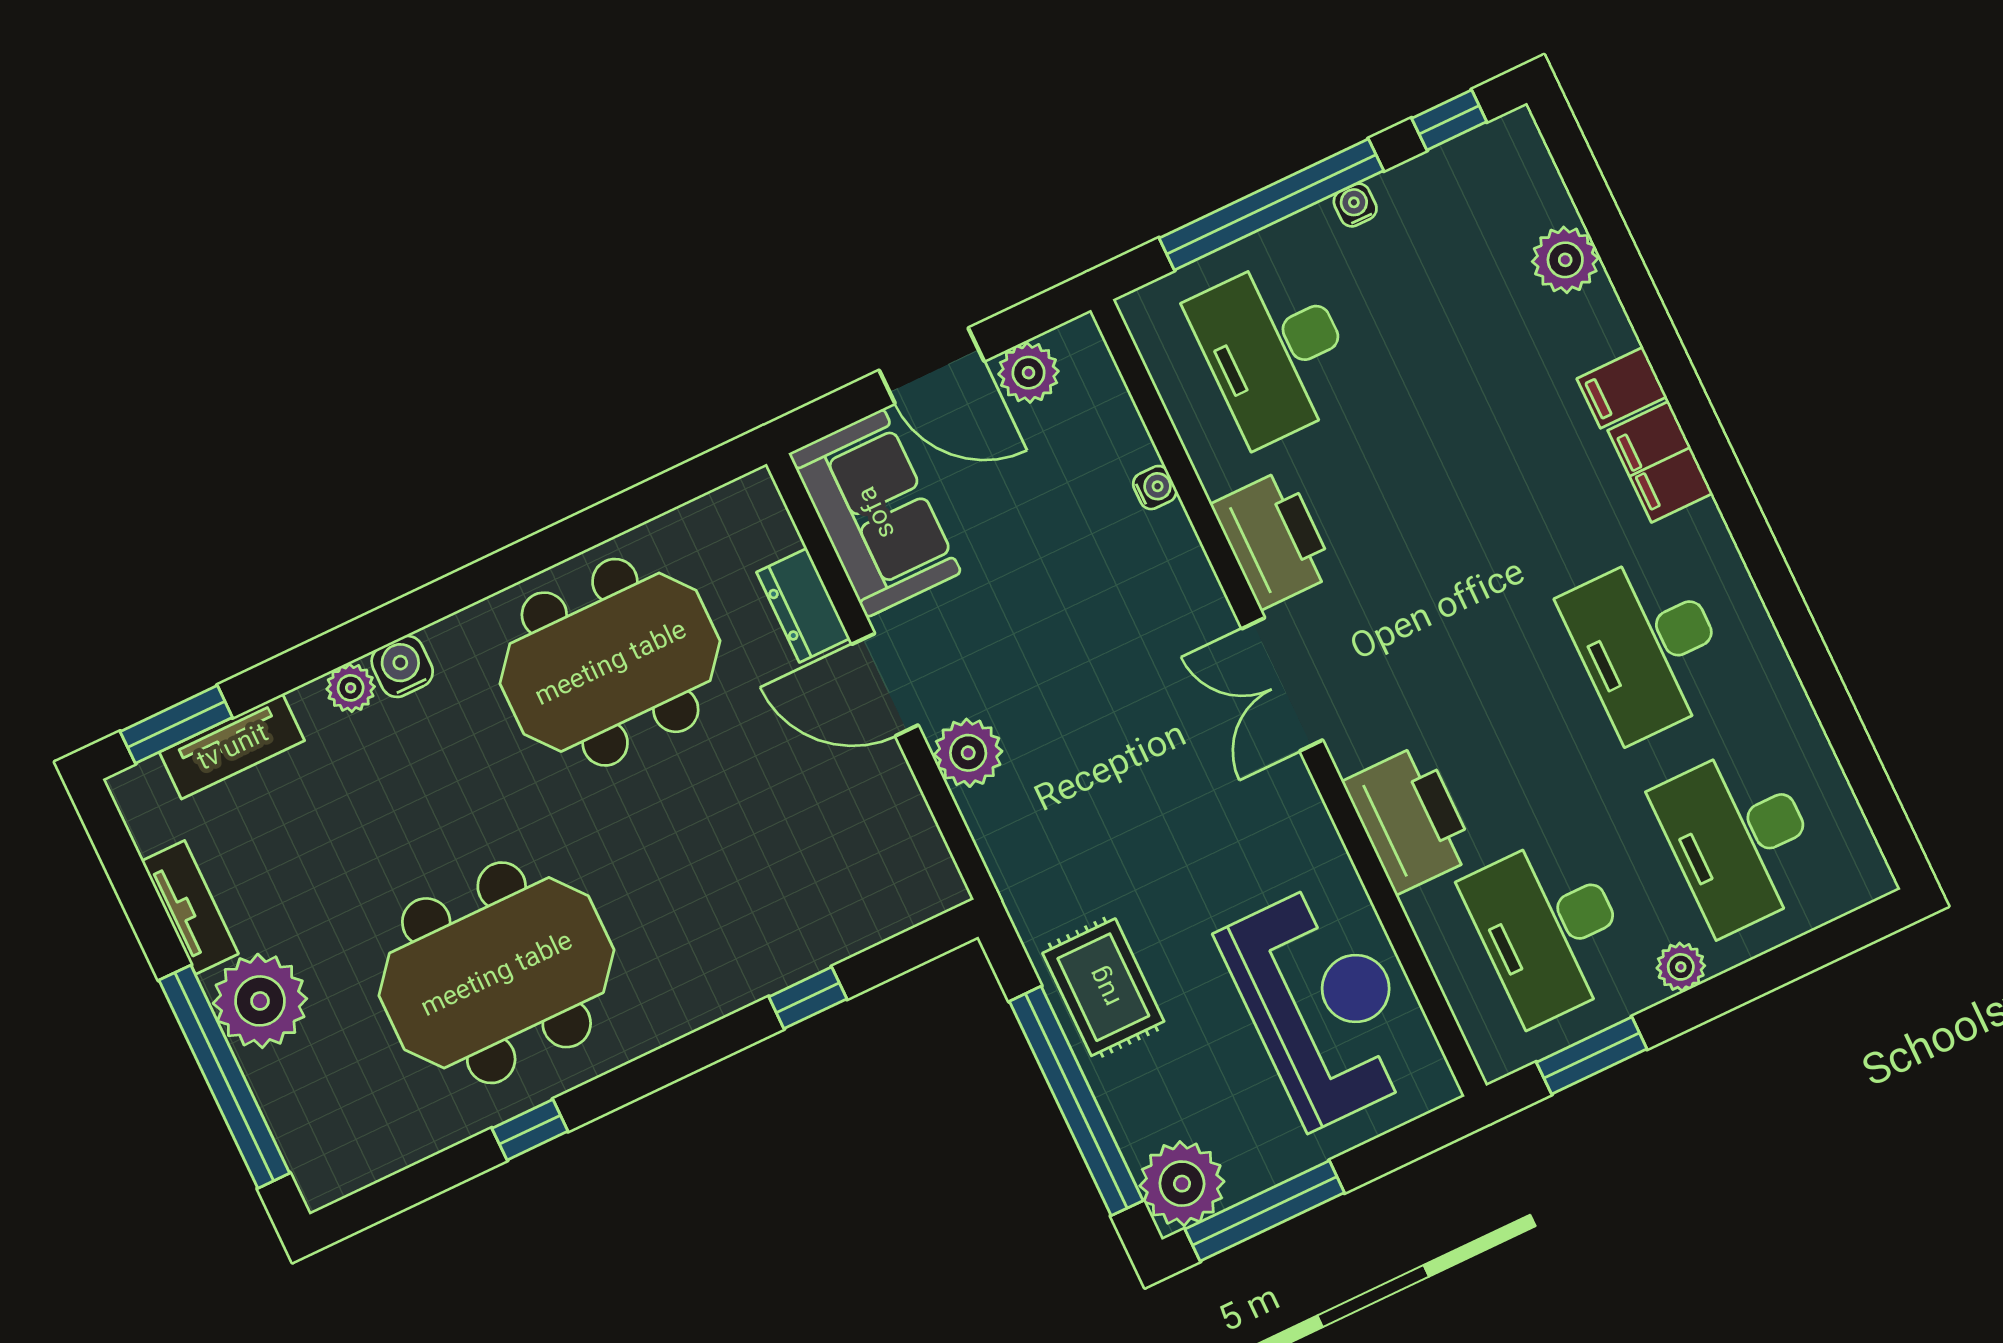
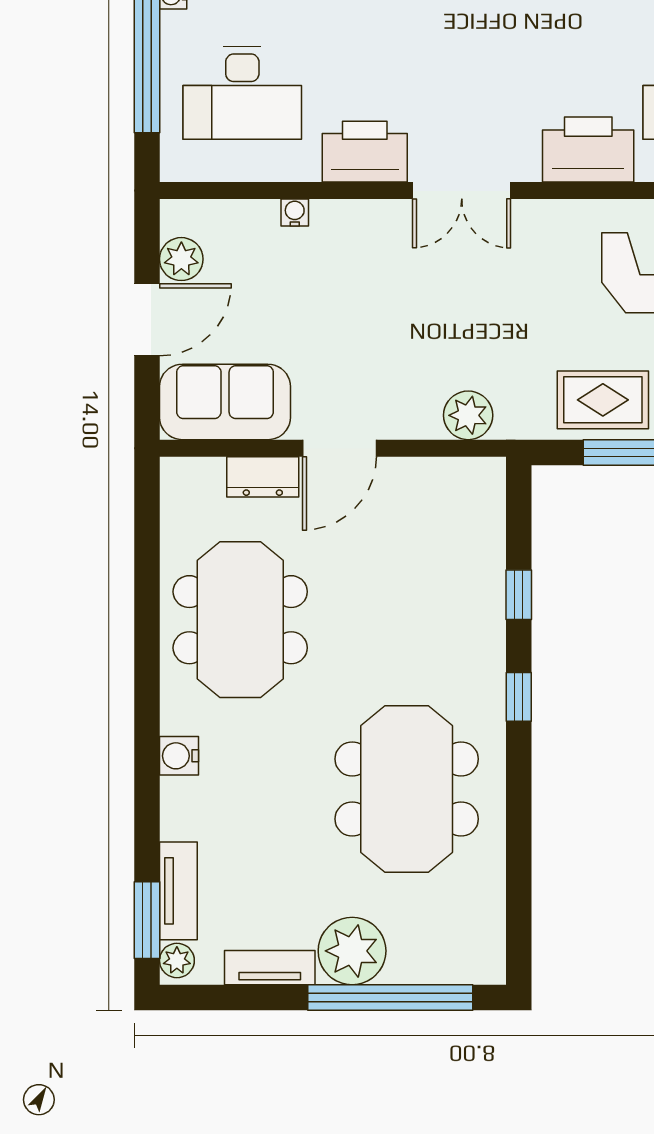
plant: (351, 688) -> (177, 960), moved
plant: (968, 753) -> (468, 415), moved
window: (530, 1130) -> (519, 697), moved

